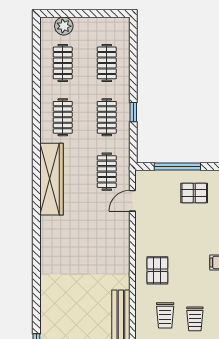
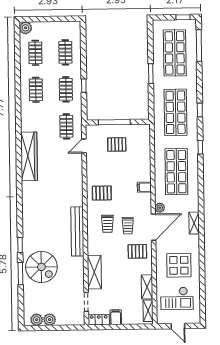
plant: (64, 26) -> (26, 28), moved
wardrobe: (51, 179) -> (29, 156), moved
pallet: (194, 193) -> (117, 144), moved
pallet: (157, 270) -> (102, 193), turned 90

